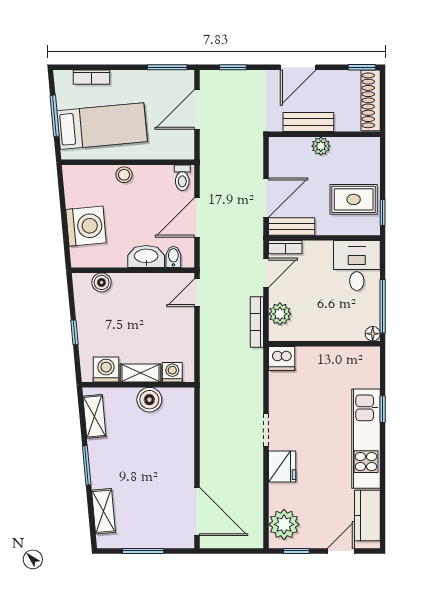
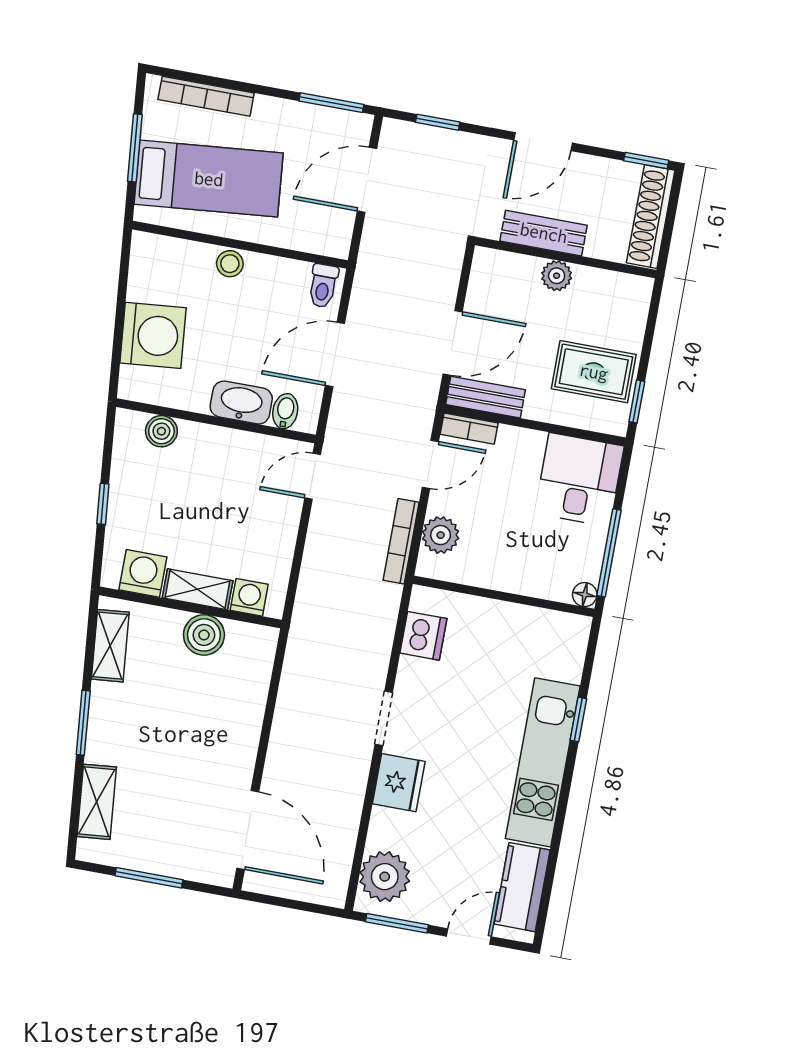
bookcase: (91, 77) -> (206, 96), width x1.56
dishwasher: (282, 358) -> (423, 636), moved, turned -90
window: (296, 551) -> (397, 923), width x1.50

